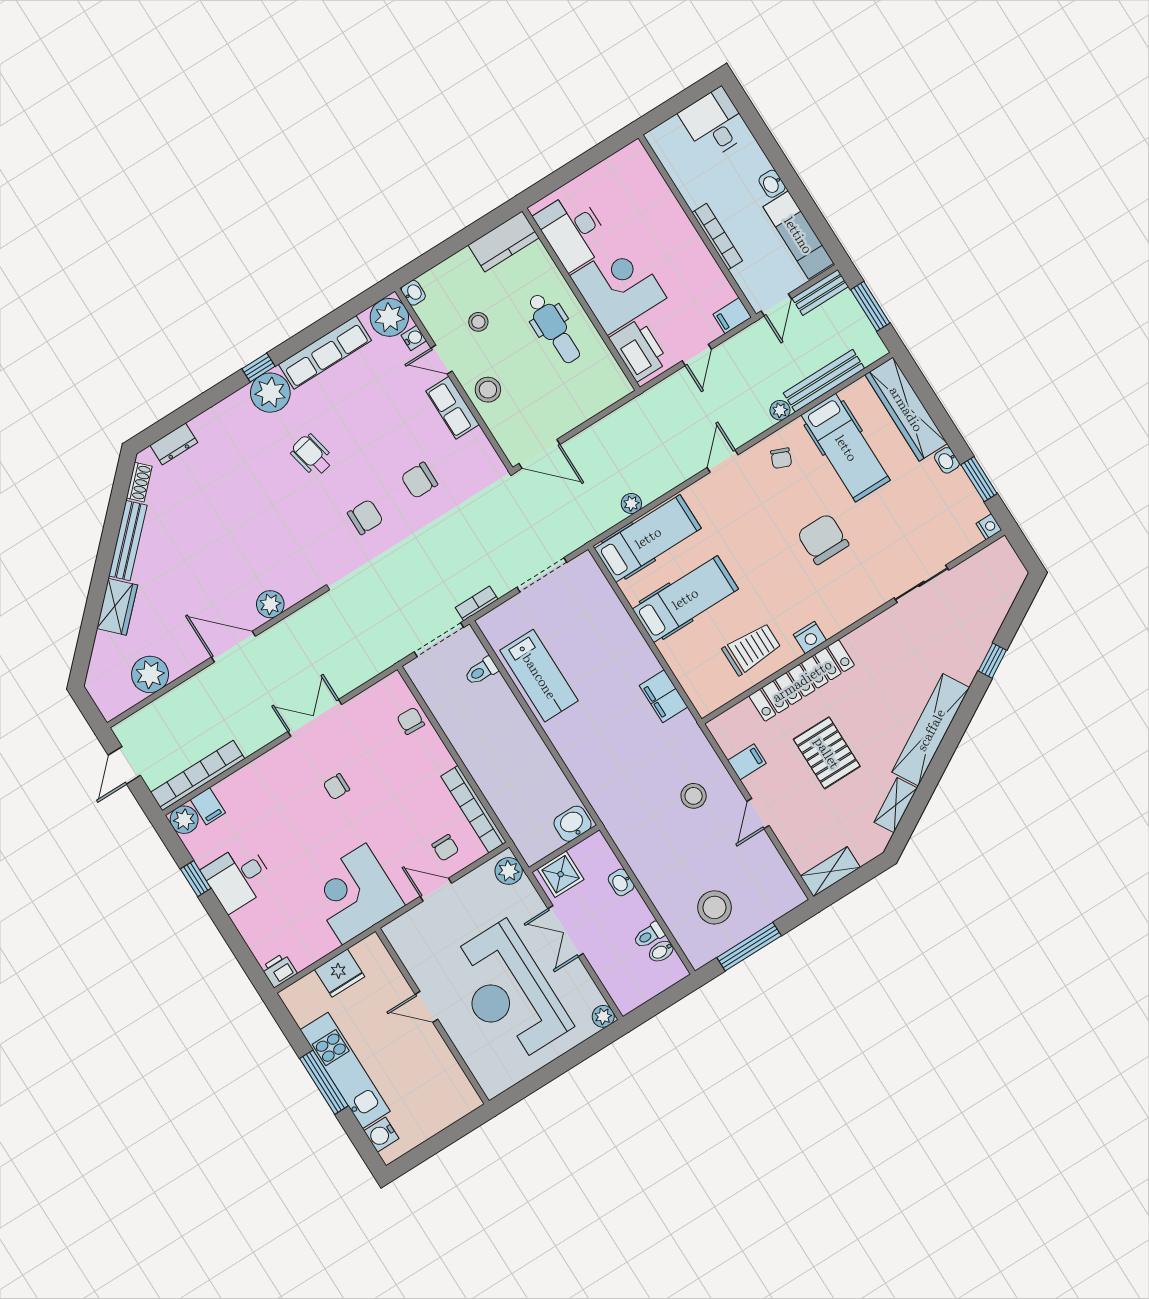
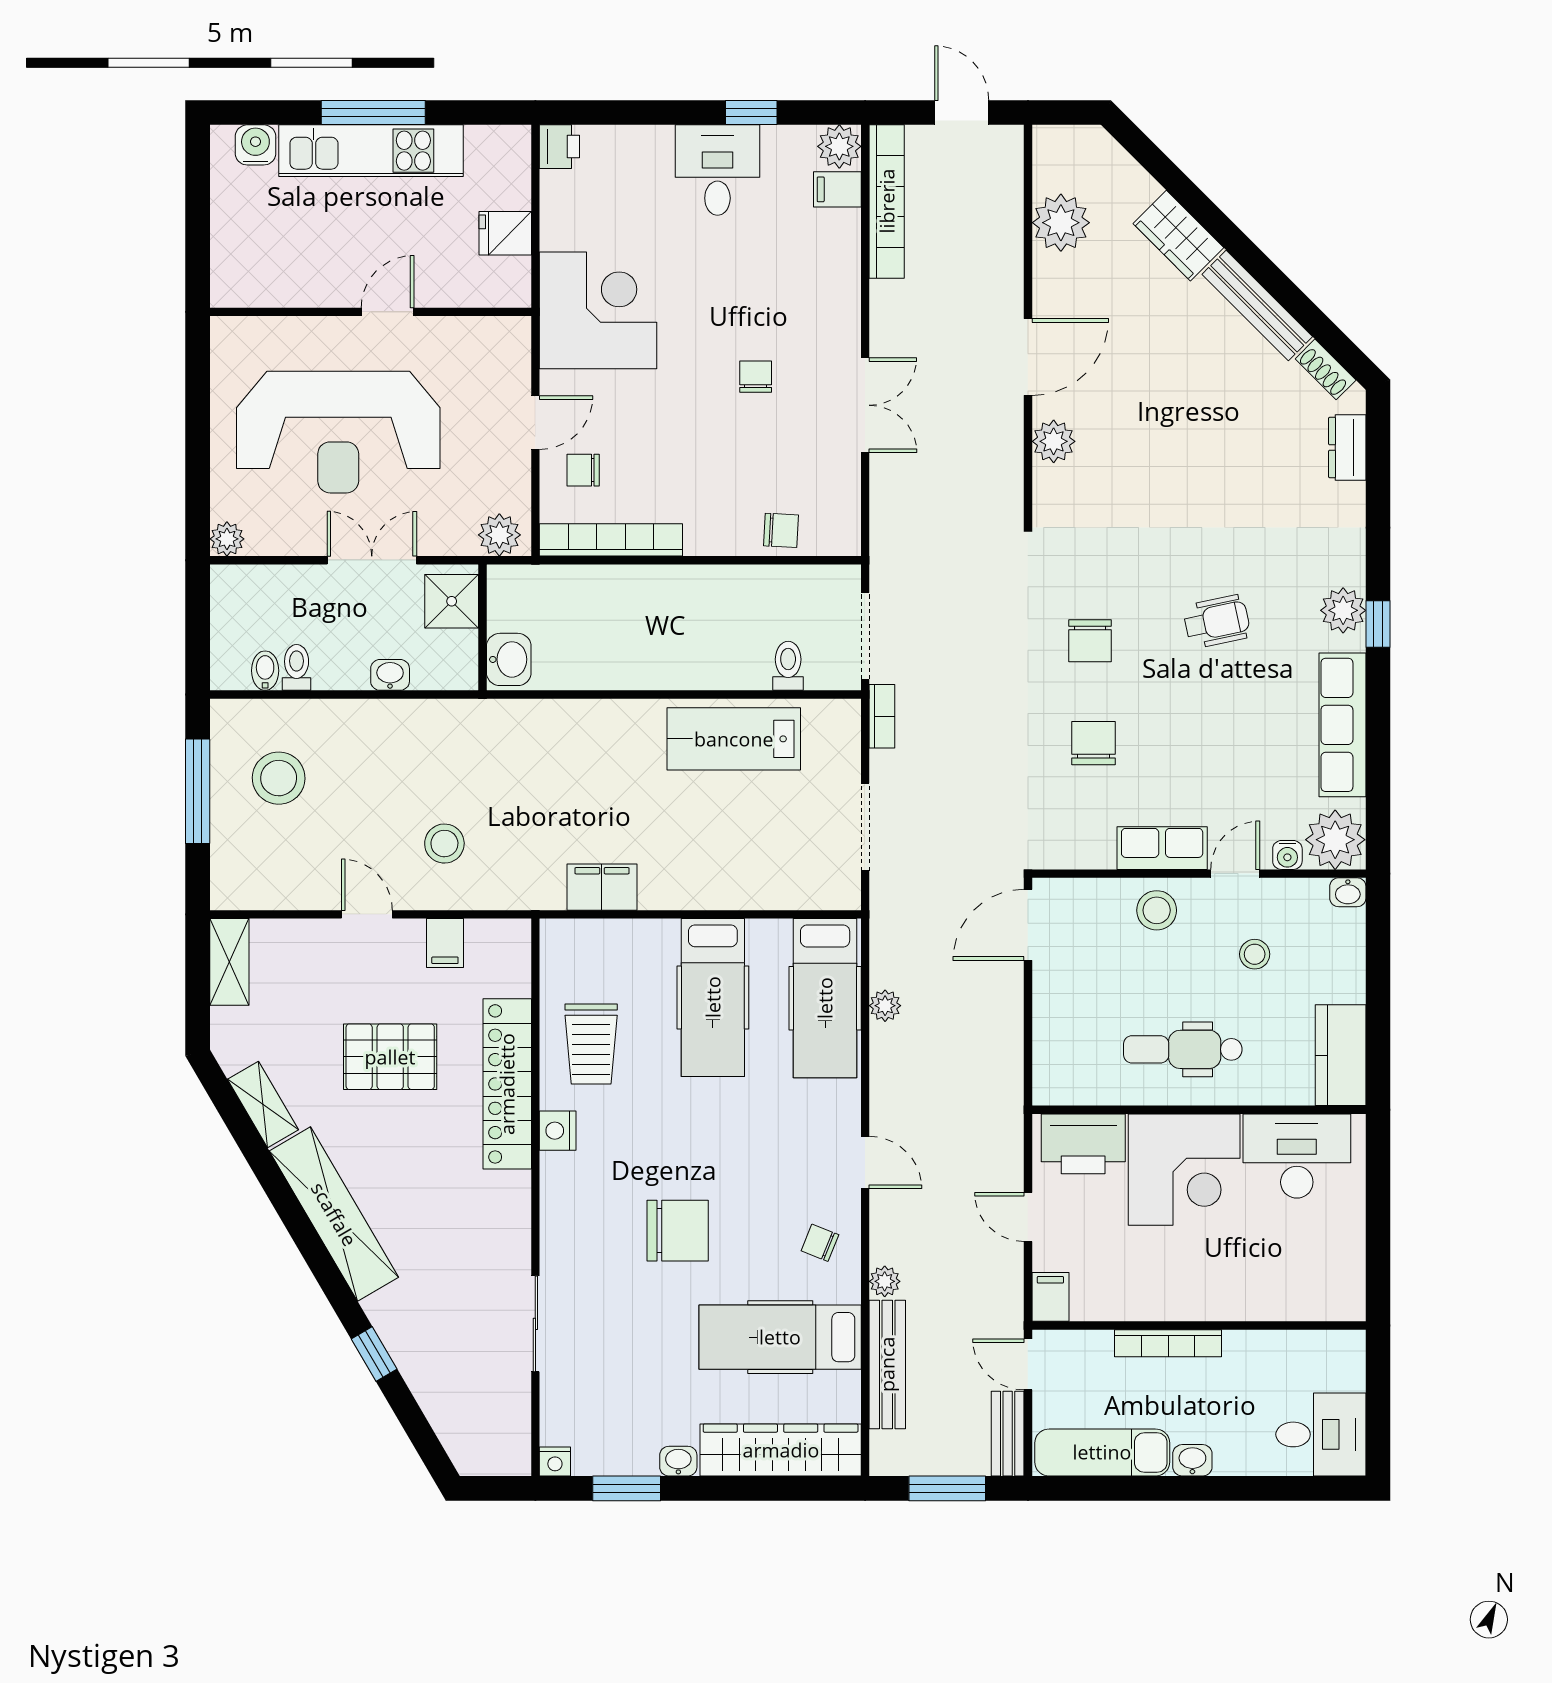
plant: (270, 393) -> (1343, 610), width x0.73, depth x0.73
fridge: (340, 973) -> (505, 233), width x0.72
reception desk: (508, 993) -> (338, 432), turned 180

